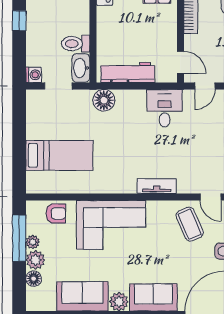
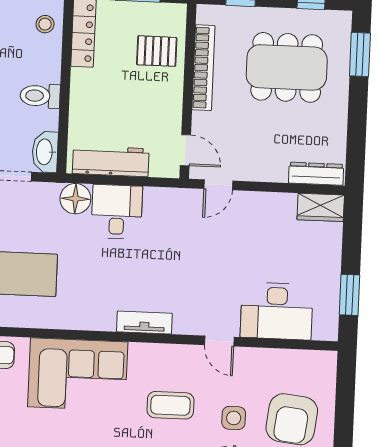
toilet: (76, 44) -> (40, 96), moved
desk: (165, 108) -> (117, 212), moved
coffee table: (190, 224) -> (170, 405), moved, turned -66

